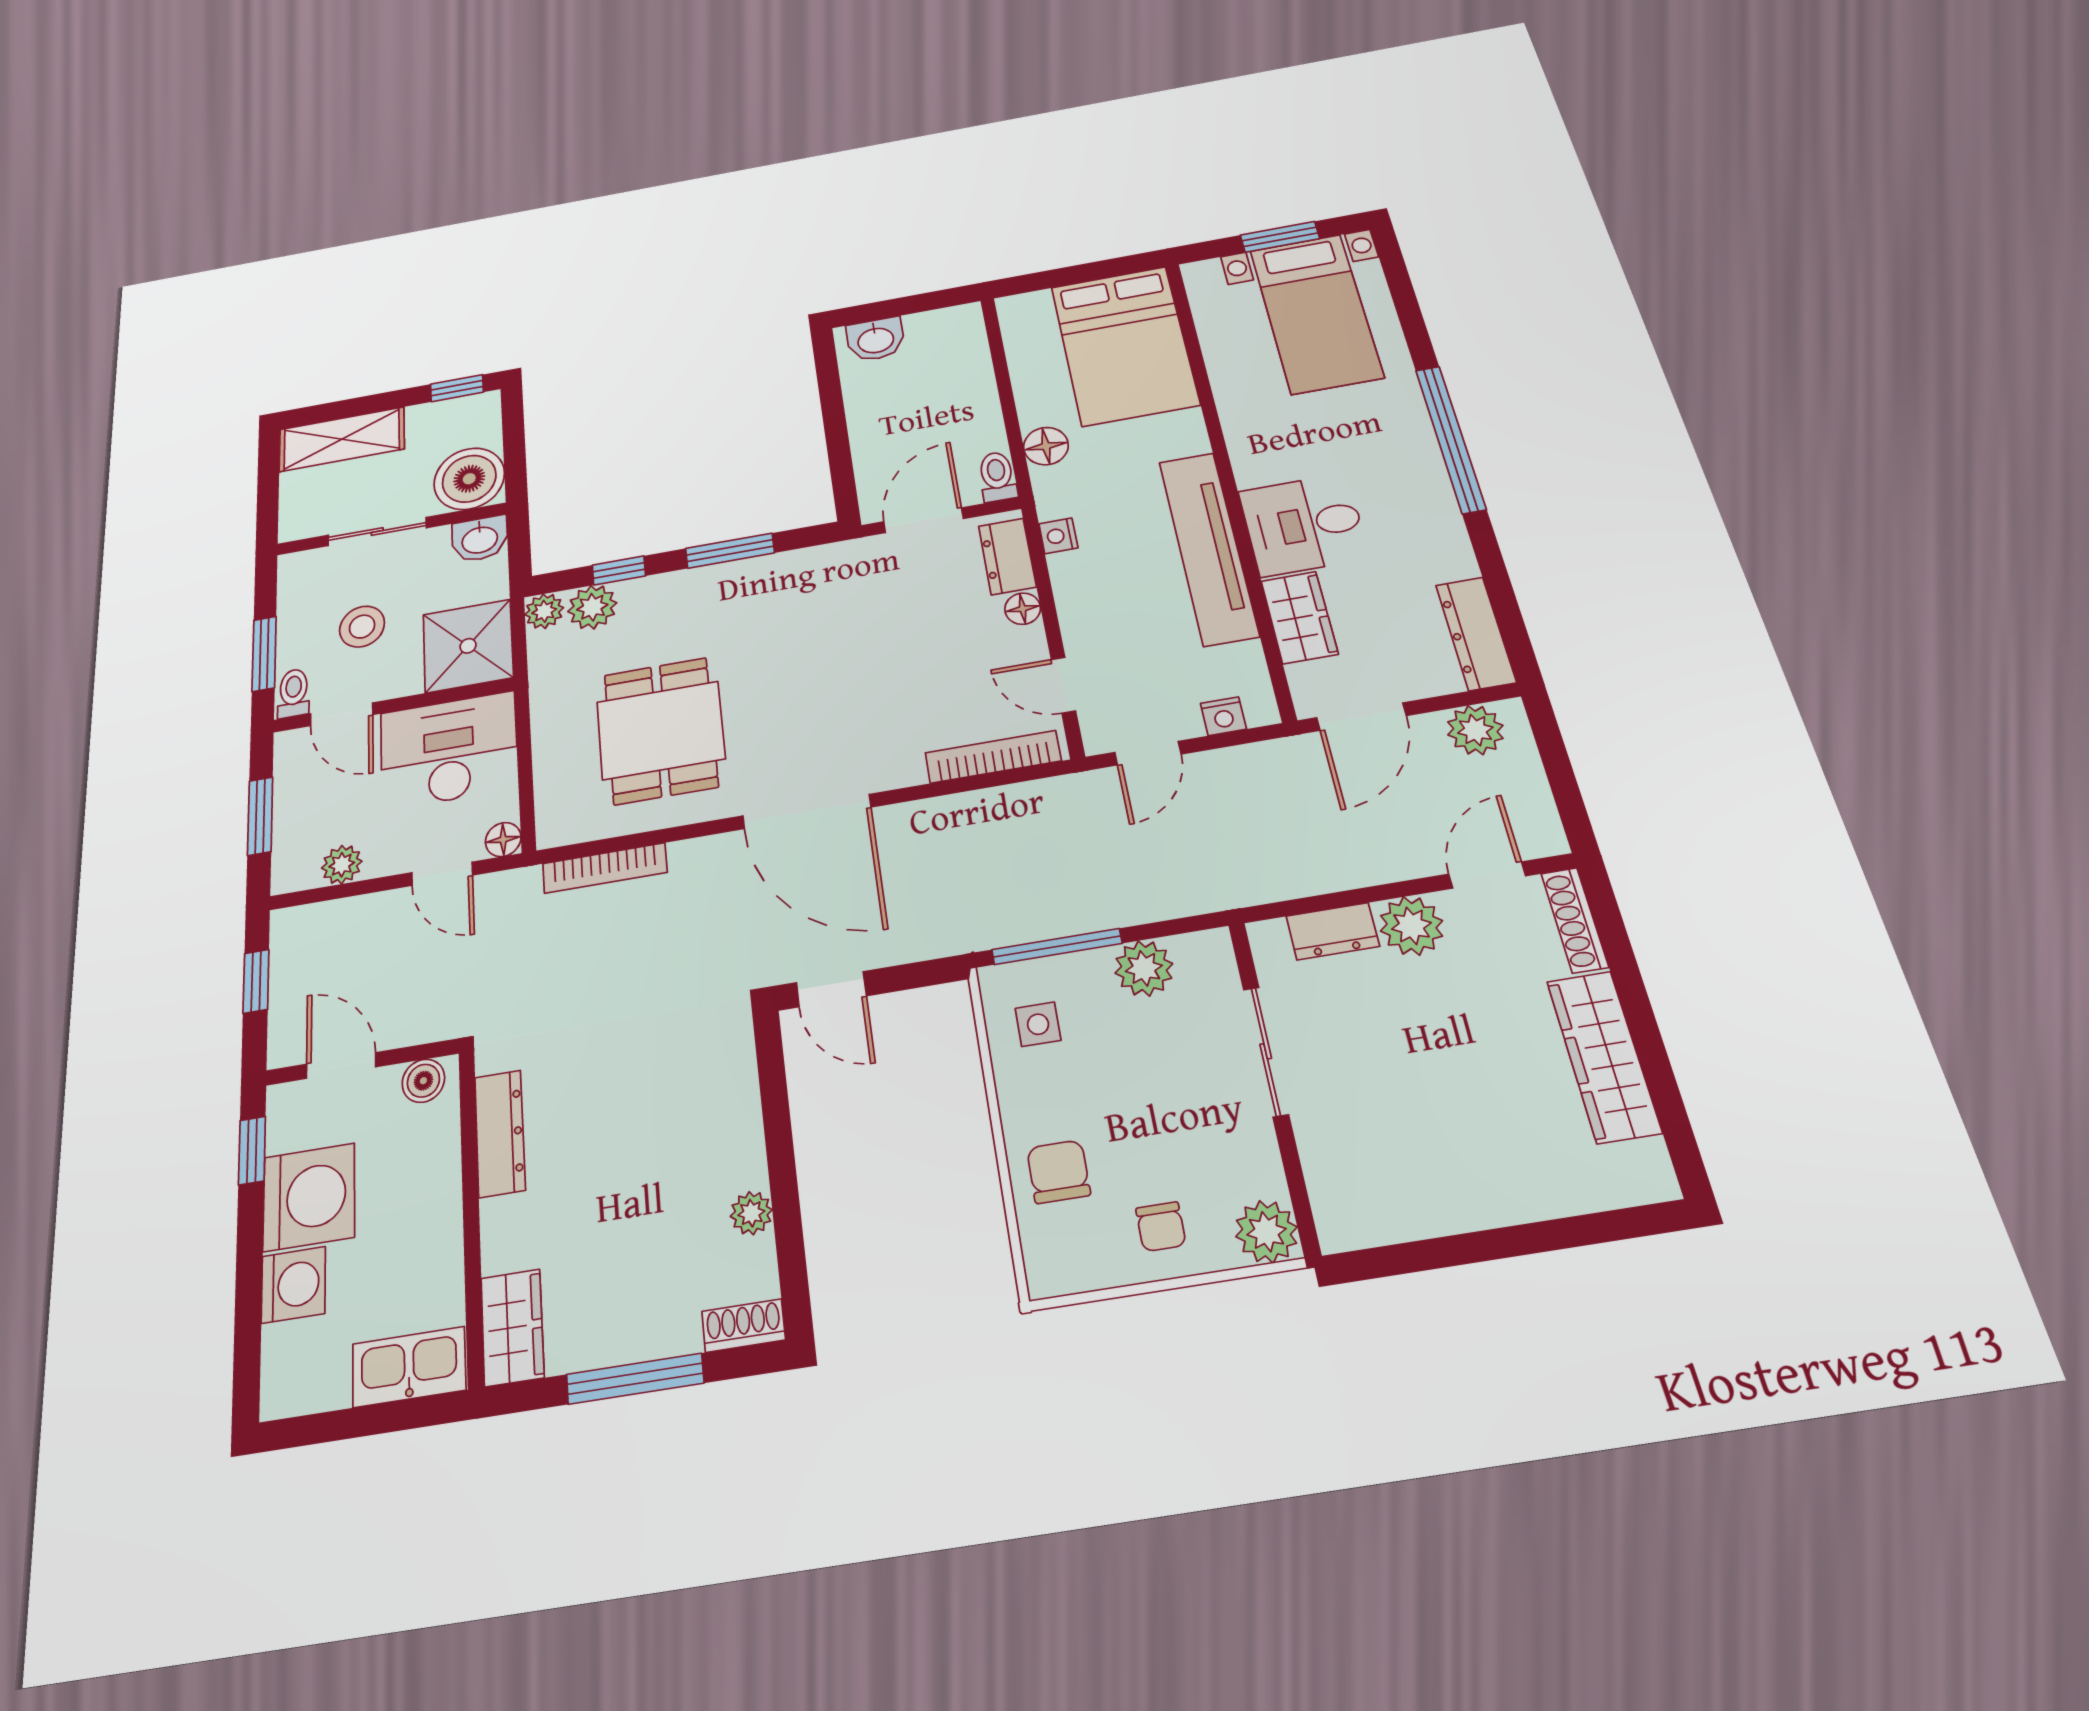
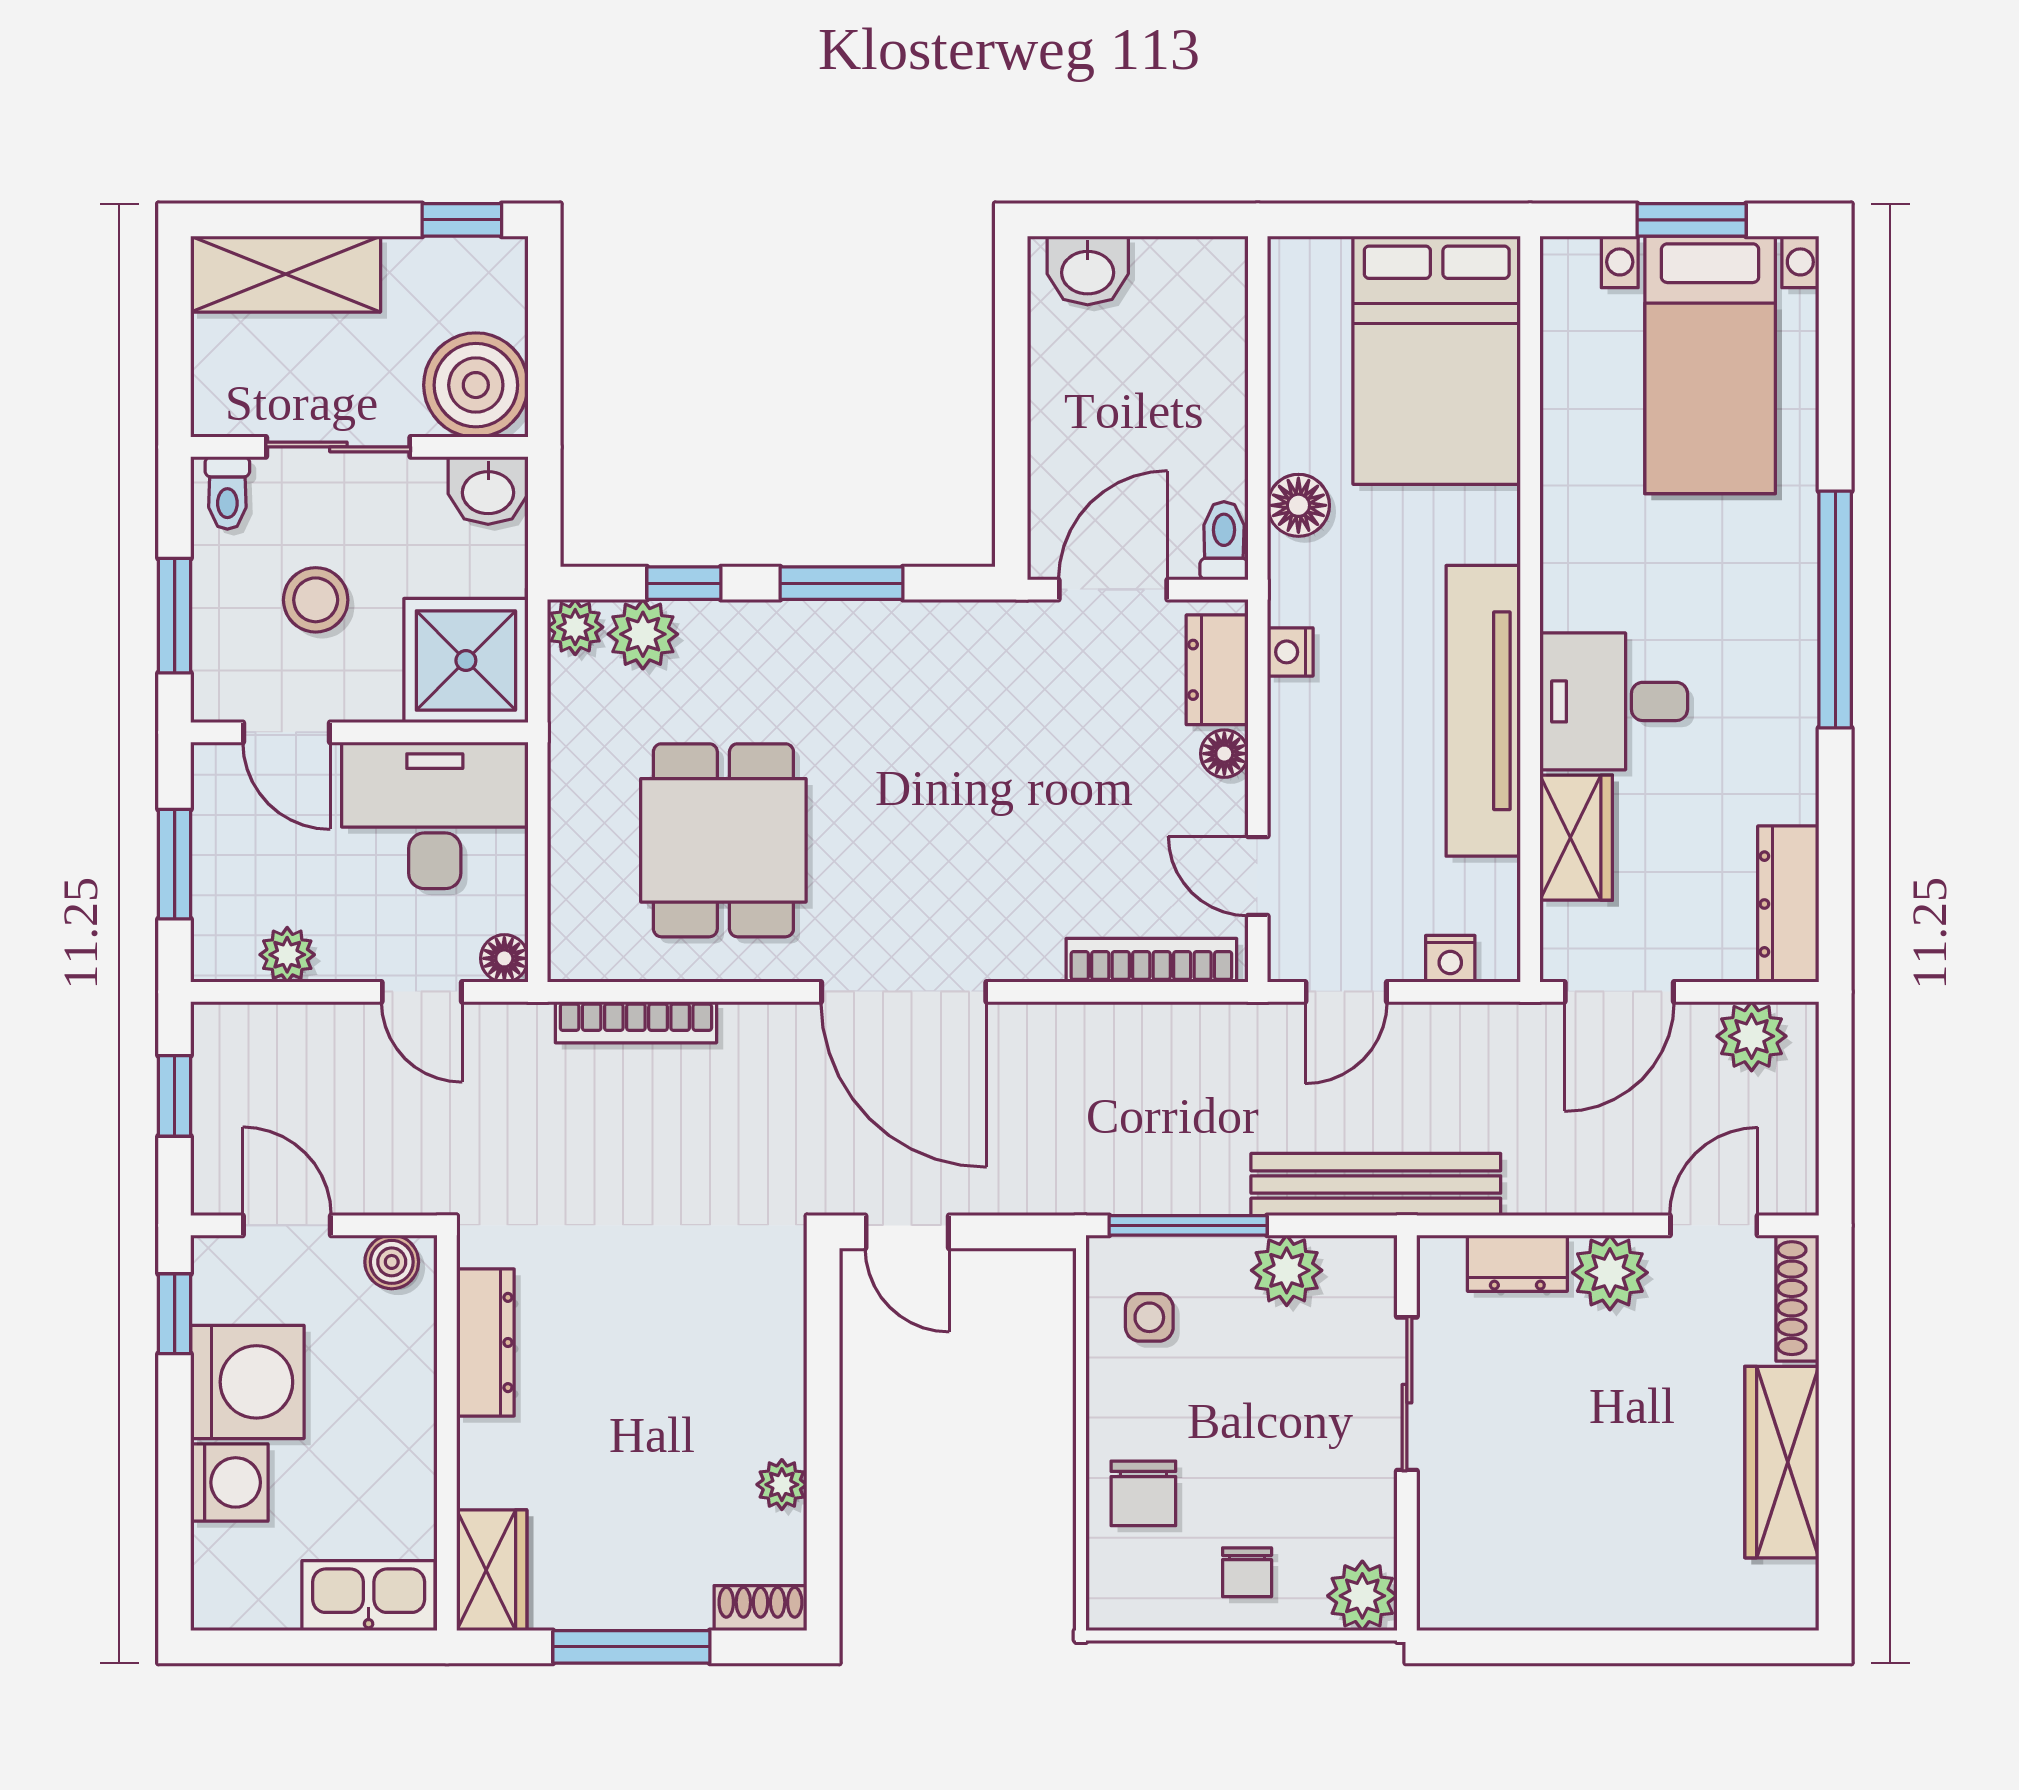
toilet: (294, 693) -> (227, 493), moved, turned 180
bench: (1202, 890) -> (1376, 1185), added
chair: (1058, 1172) -> (1143, 1493), turned 180

